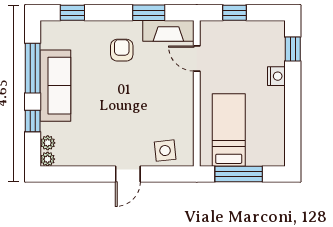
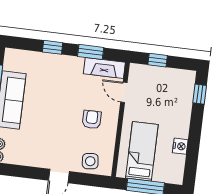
window: (72, 13) -> (53, 47), moved
armchair: (122, 50) -> (92, 119), moved
nightstand: (276, 76) -> (180, 146), moved

